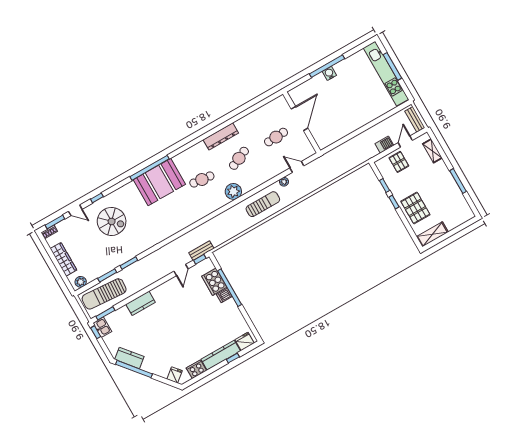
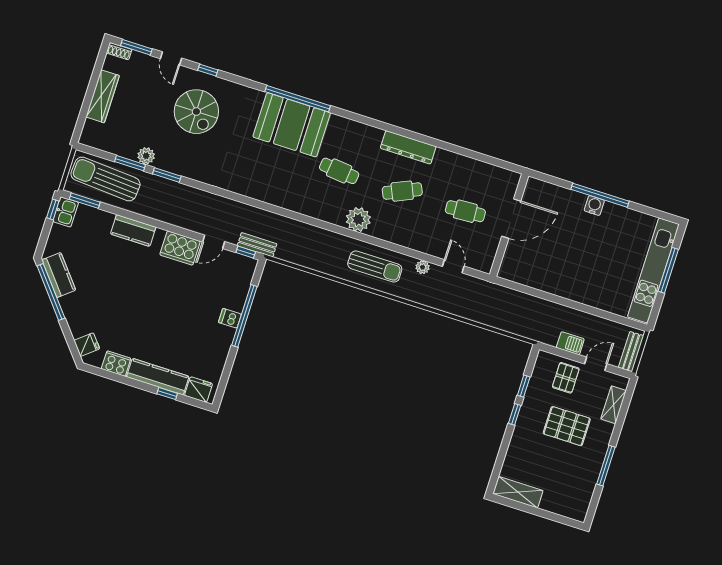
pallet: (415, 208) -> (567, 426), moved, turned 90
plant: (81, 282) -> (146, 156), moved
cooker: (214, 282) -> (180, 248), moved, turned -90

